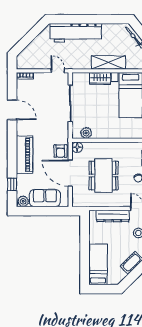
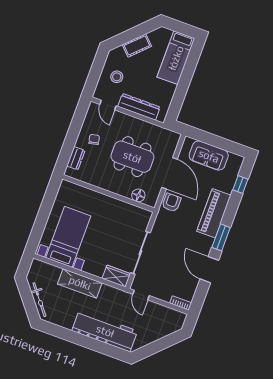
wardrobe: (100, 79) -> (116, 276), moved
plant: (86, 133) -> (135, 212), removed
window: (12, 138) -> (221, 237), added
floor lamp: (77, 147) -> (138, 195), moved
dining table: (104, 176) -> (132, 157), turned 90
plant: (23, 201) -> (235, 161), removed

